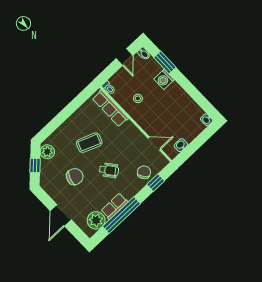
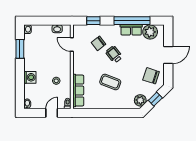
door: (125, 57) -> (52, 113), moved
window: (165, 62) -> (20, 49), moved
chair: (144, 172) -> (98, 43), moved
chair: (75, 177) -> (151, 76), moved

